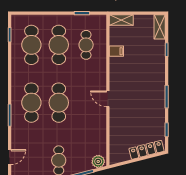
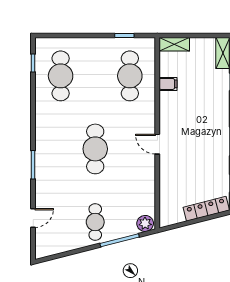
cafe table: (59, 45) -> (95, 76), removed
cafe table: (86, 45) -> (130, 76), width x1.37, depth x1.35
cafe table: (31, 103) -> (61, 149), removed

